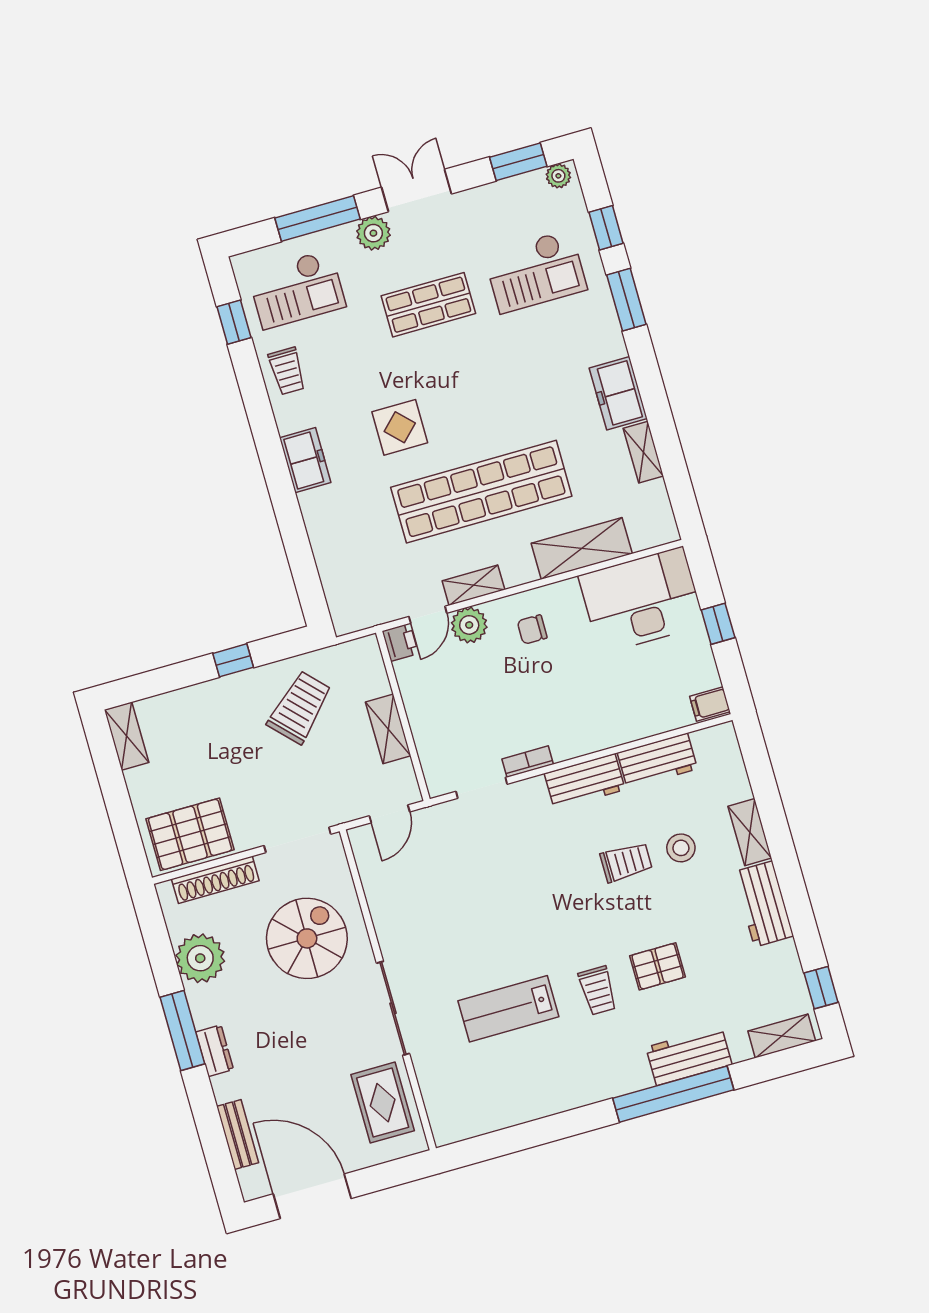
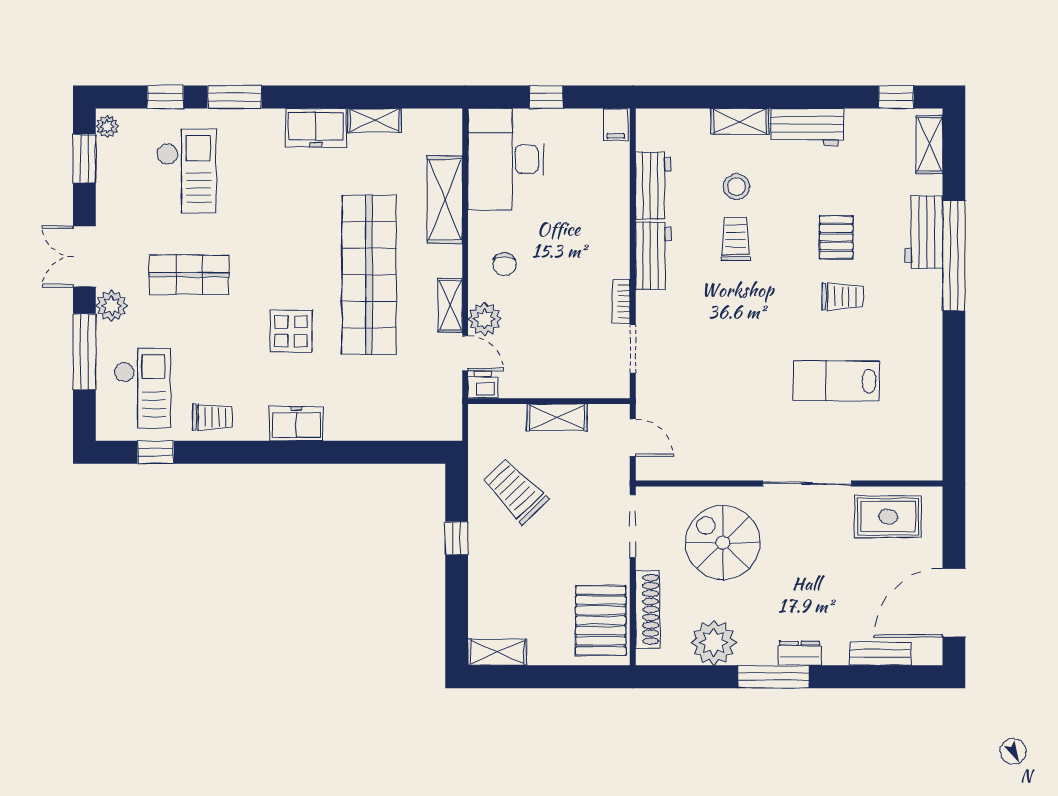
shop shelf: (428, 305) -> (189, 275), turned 90
lab bench: (508, 1009) -> (836, 381), turned 90

